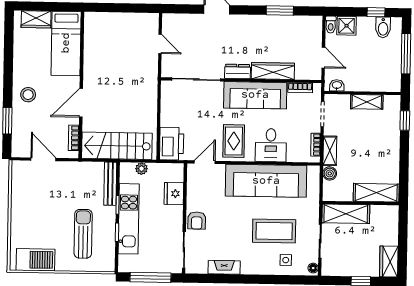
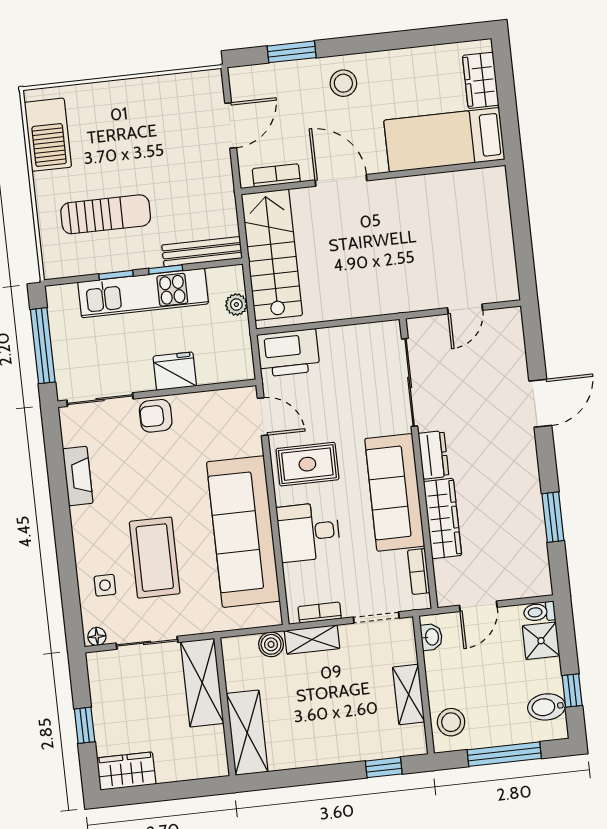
stool: (385, 81) -> (451, 722), added
fridge: (174, 194) -> (175, 371), moved

